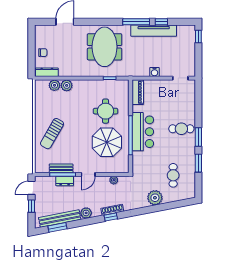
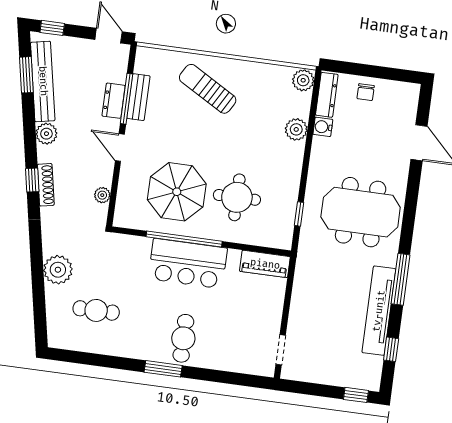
window: (161, 22) -> (391, 349), moved
water cooler: (155, 72) -> (323, 127), moved
plant: (54, 85) -> (303, 80), moved
window: (198, 163) -> (113, 362), removed
window: (32, 206) -> (52, 28), moved

